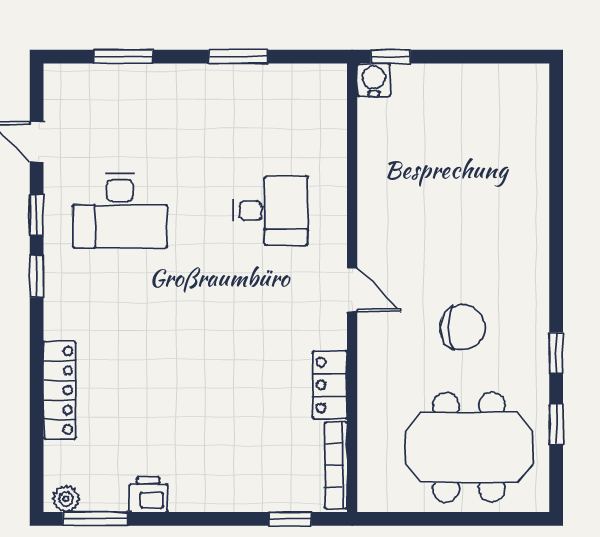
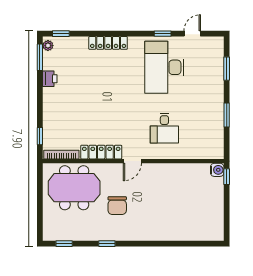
desk: (120, 211) -> (164, 67), width x1.36, depth x1.30
window: (37, 276) -> (61, 34), moved
locker: (330, 385) -> (101, 152), width x1.53
locker: (60, 390) -> (108, 43), moved
window: (556, 424) -> (64, 244), moved
meeting table: (469, 447) -> (74, 188), moved, turned 90

